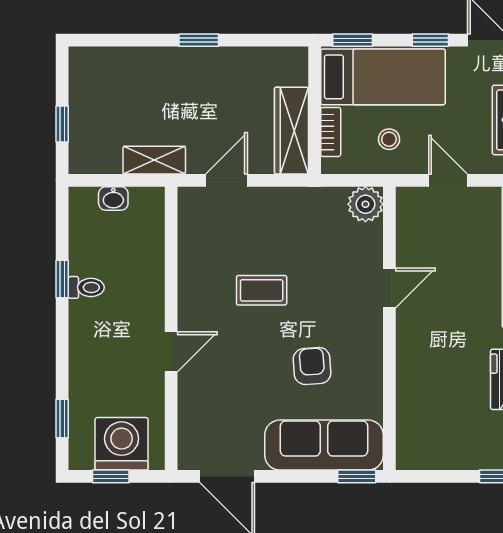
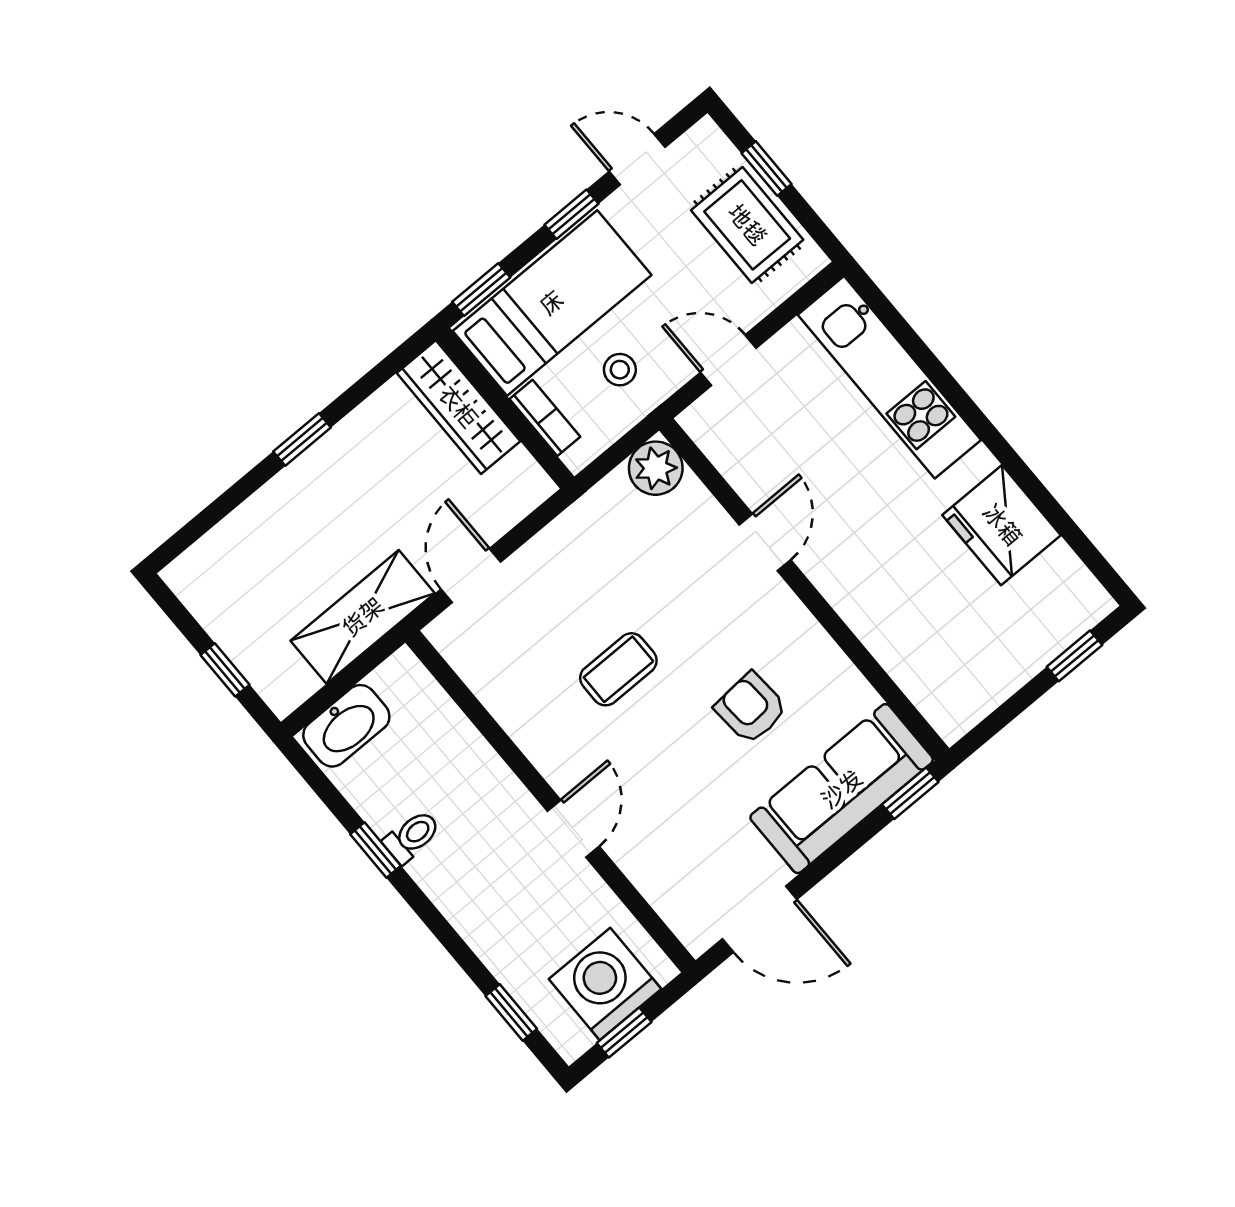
wardrobe: (292, 131) -> (458, 407), moved
shelving: (154, 160) -> (363, 617), width x1.50, depth x1.33
washbasin: (113, 198) -> (346, 726), width x1.91, depth x1.45

